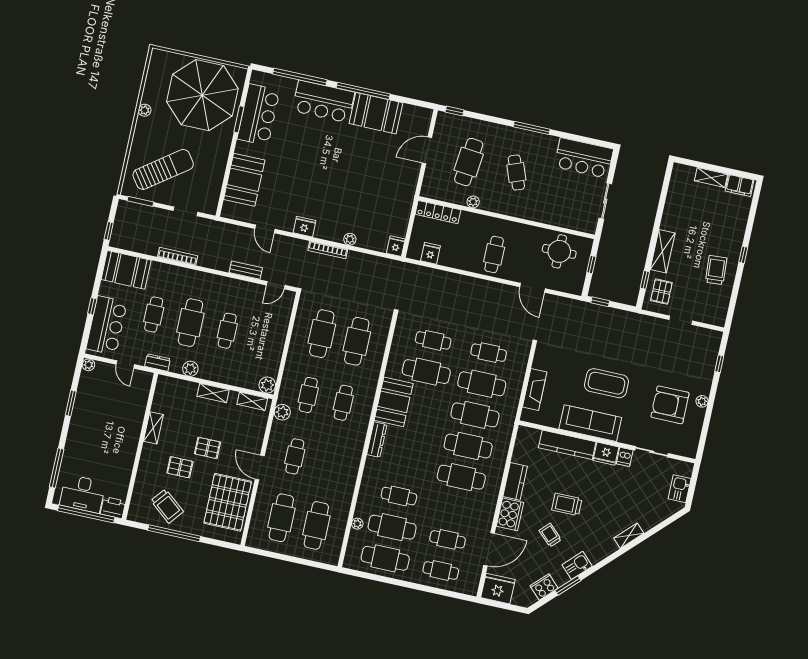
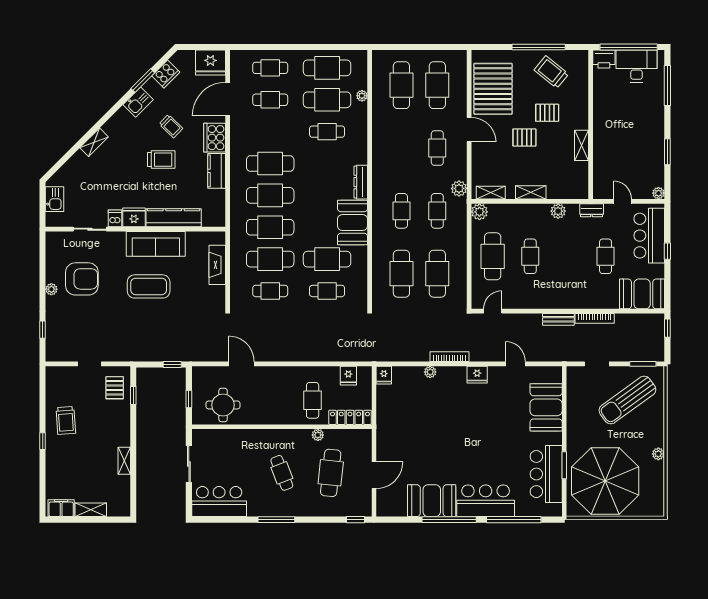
shelving: (663, 251) -> (124, 461), moved, width x0.67, depth x0.75
cafe table: (494, 254) -> (313, 400), moved
bench: (246, 270) -> (558, 319), moved
cafe table: (190, 323) -> (493, 256), moved

